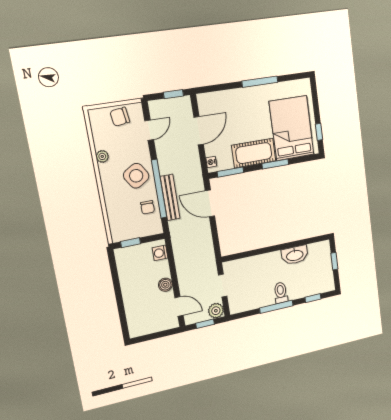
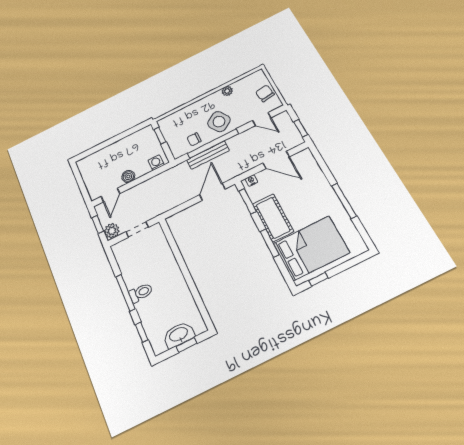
washbasin: (295, 255) -> (179, 335), moved, turned 90

